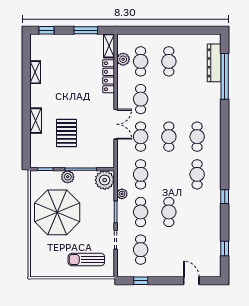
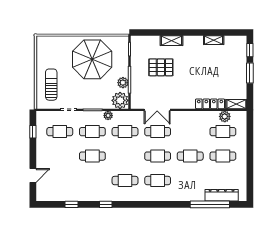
window: (86, 30) -> (250, 73), moved
cafe table: (141, 99) -> (190, 156), moved
double door: (116, 124) -> (157, 110), moved
plant: (68, 177) -> (123, 83), moved
window: (225, 249) -> (71, 204), moved

